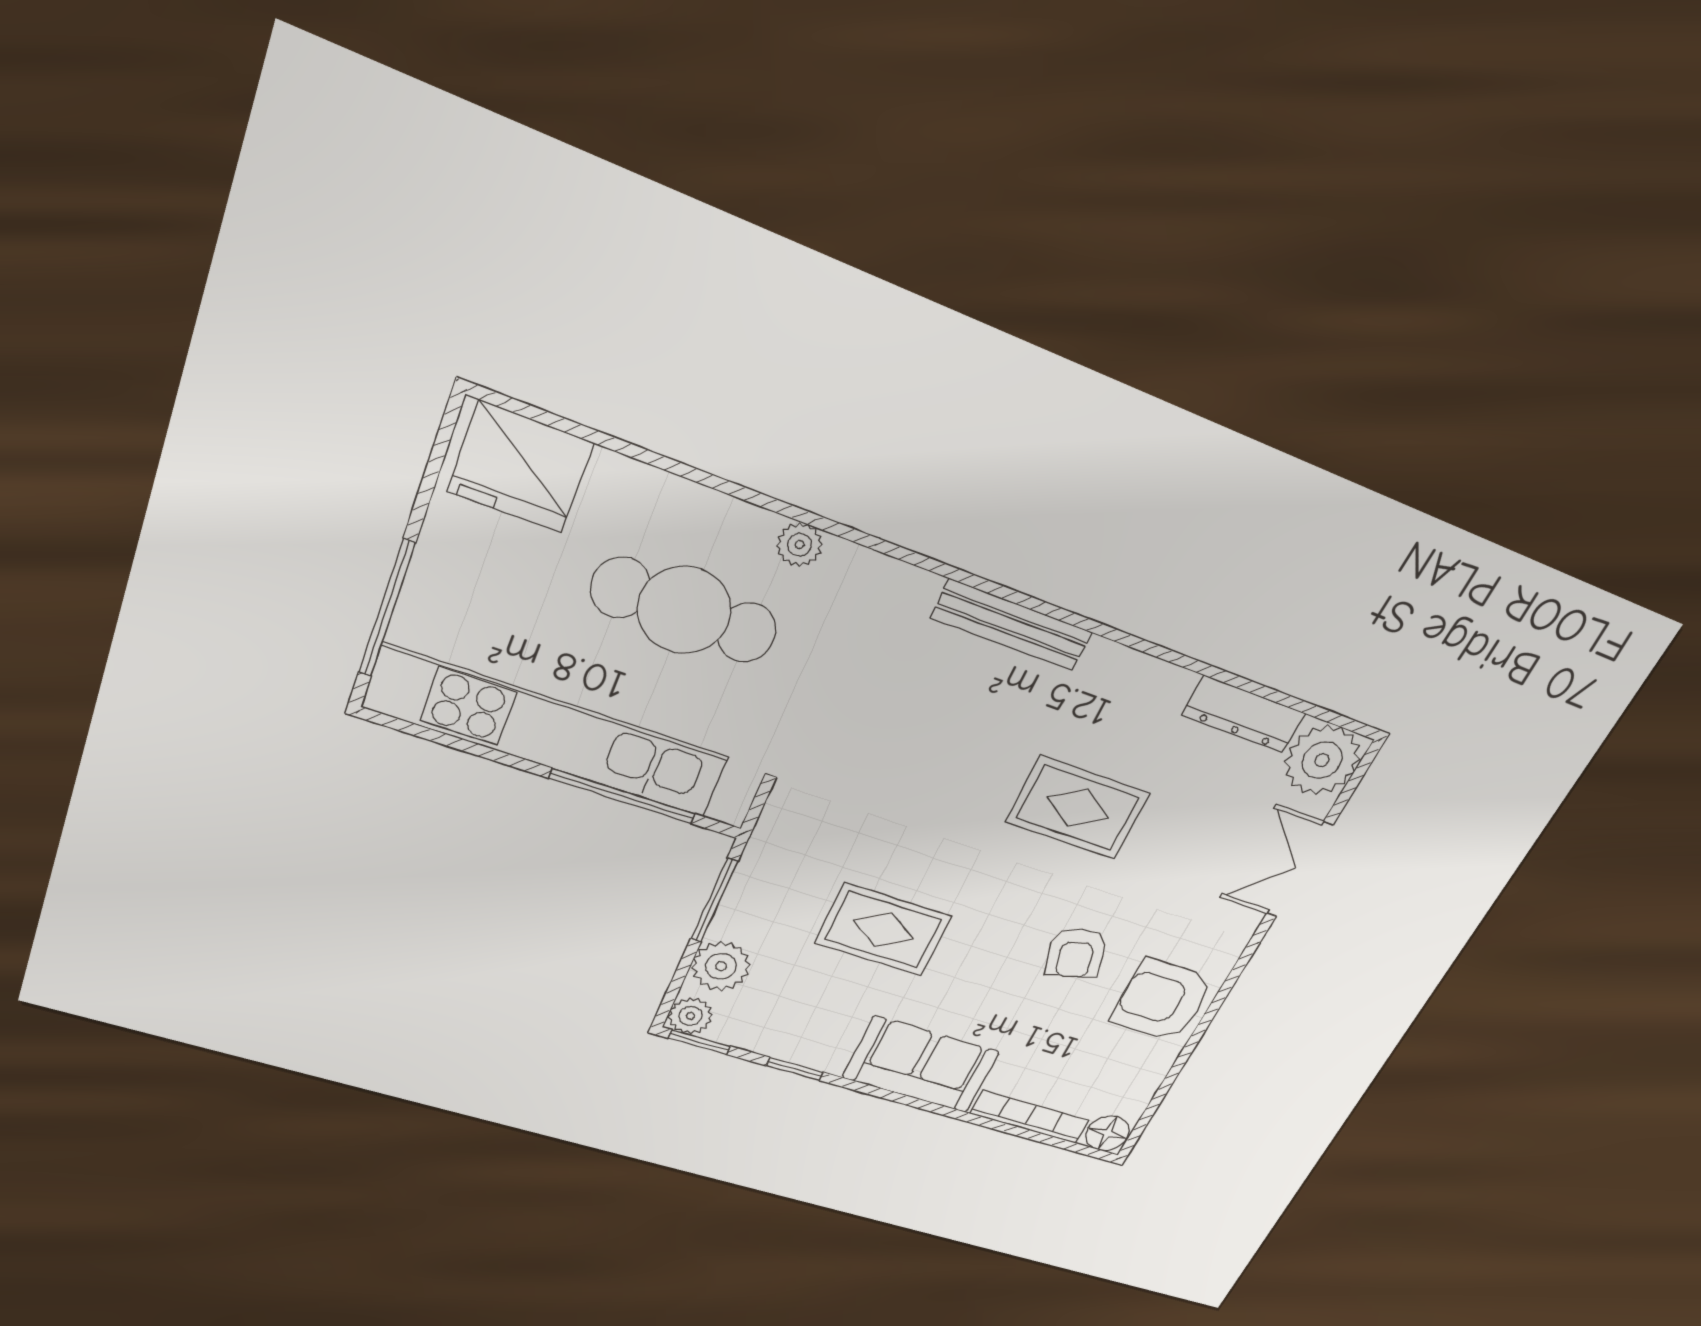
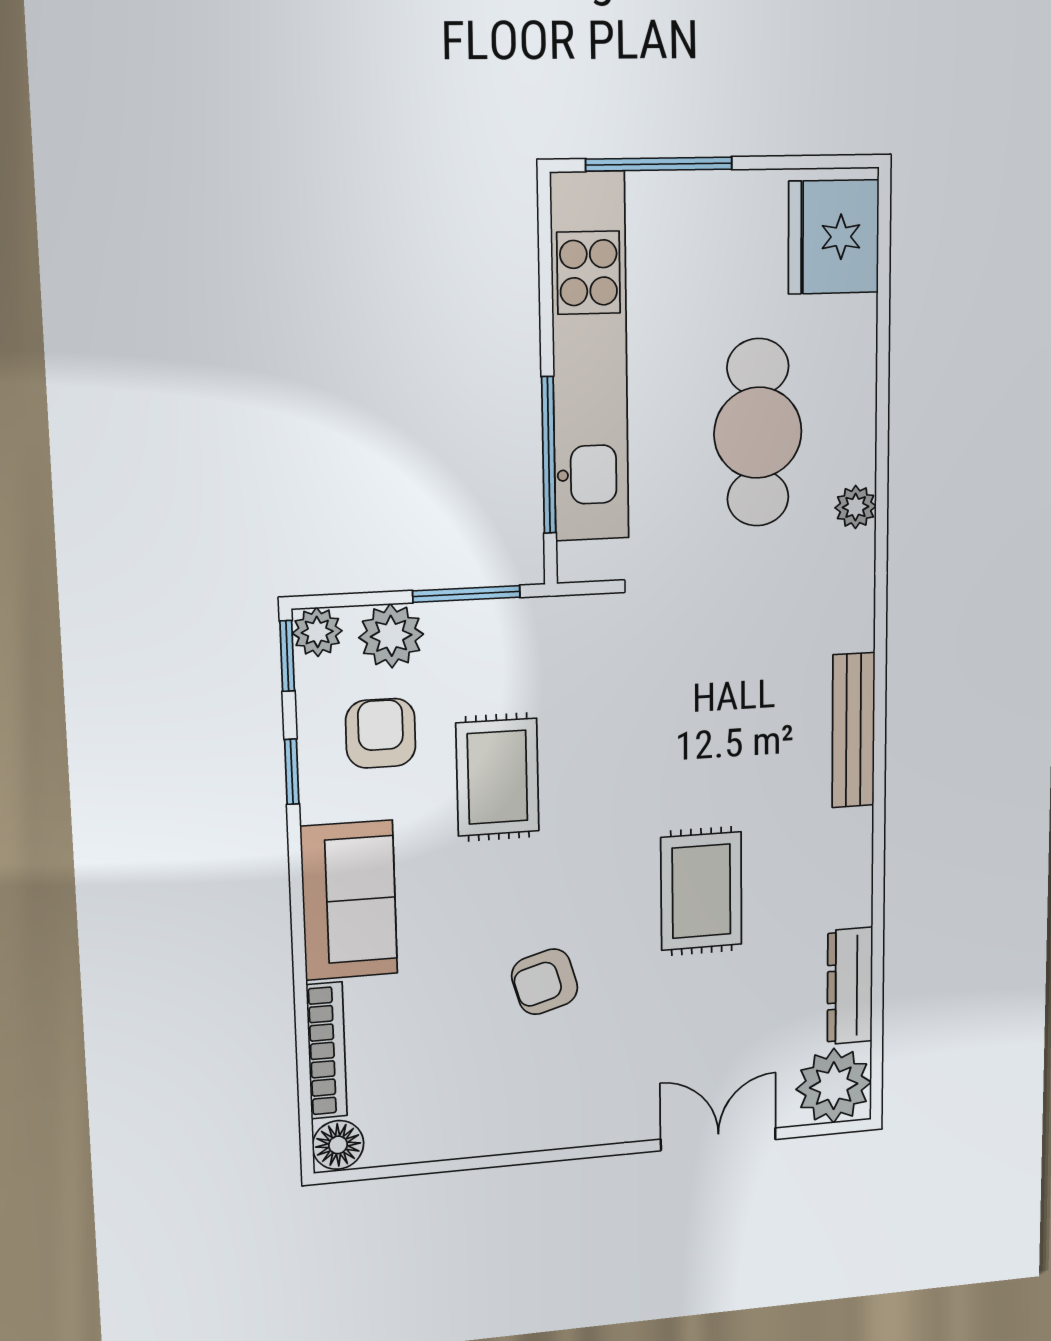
armchair: (1162, 1000) -> (381, 733), moved, width x0.72, depth x0.72

